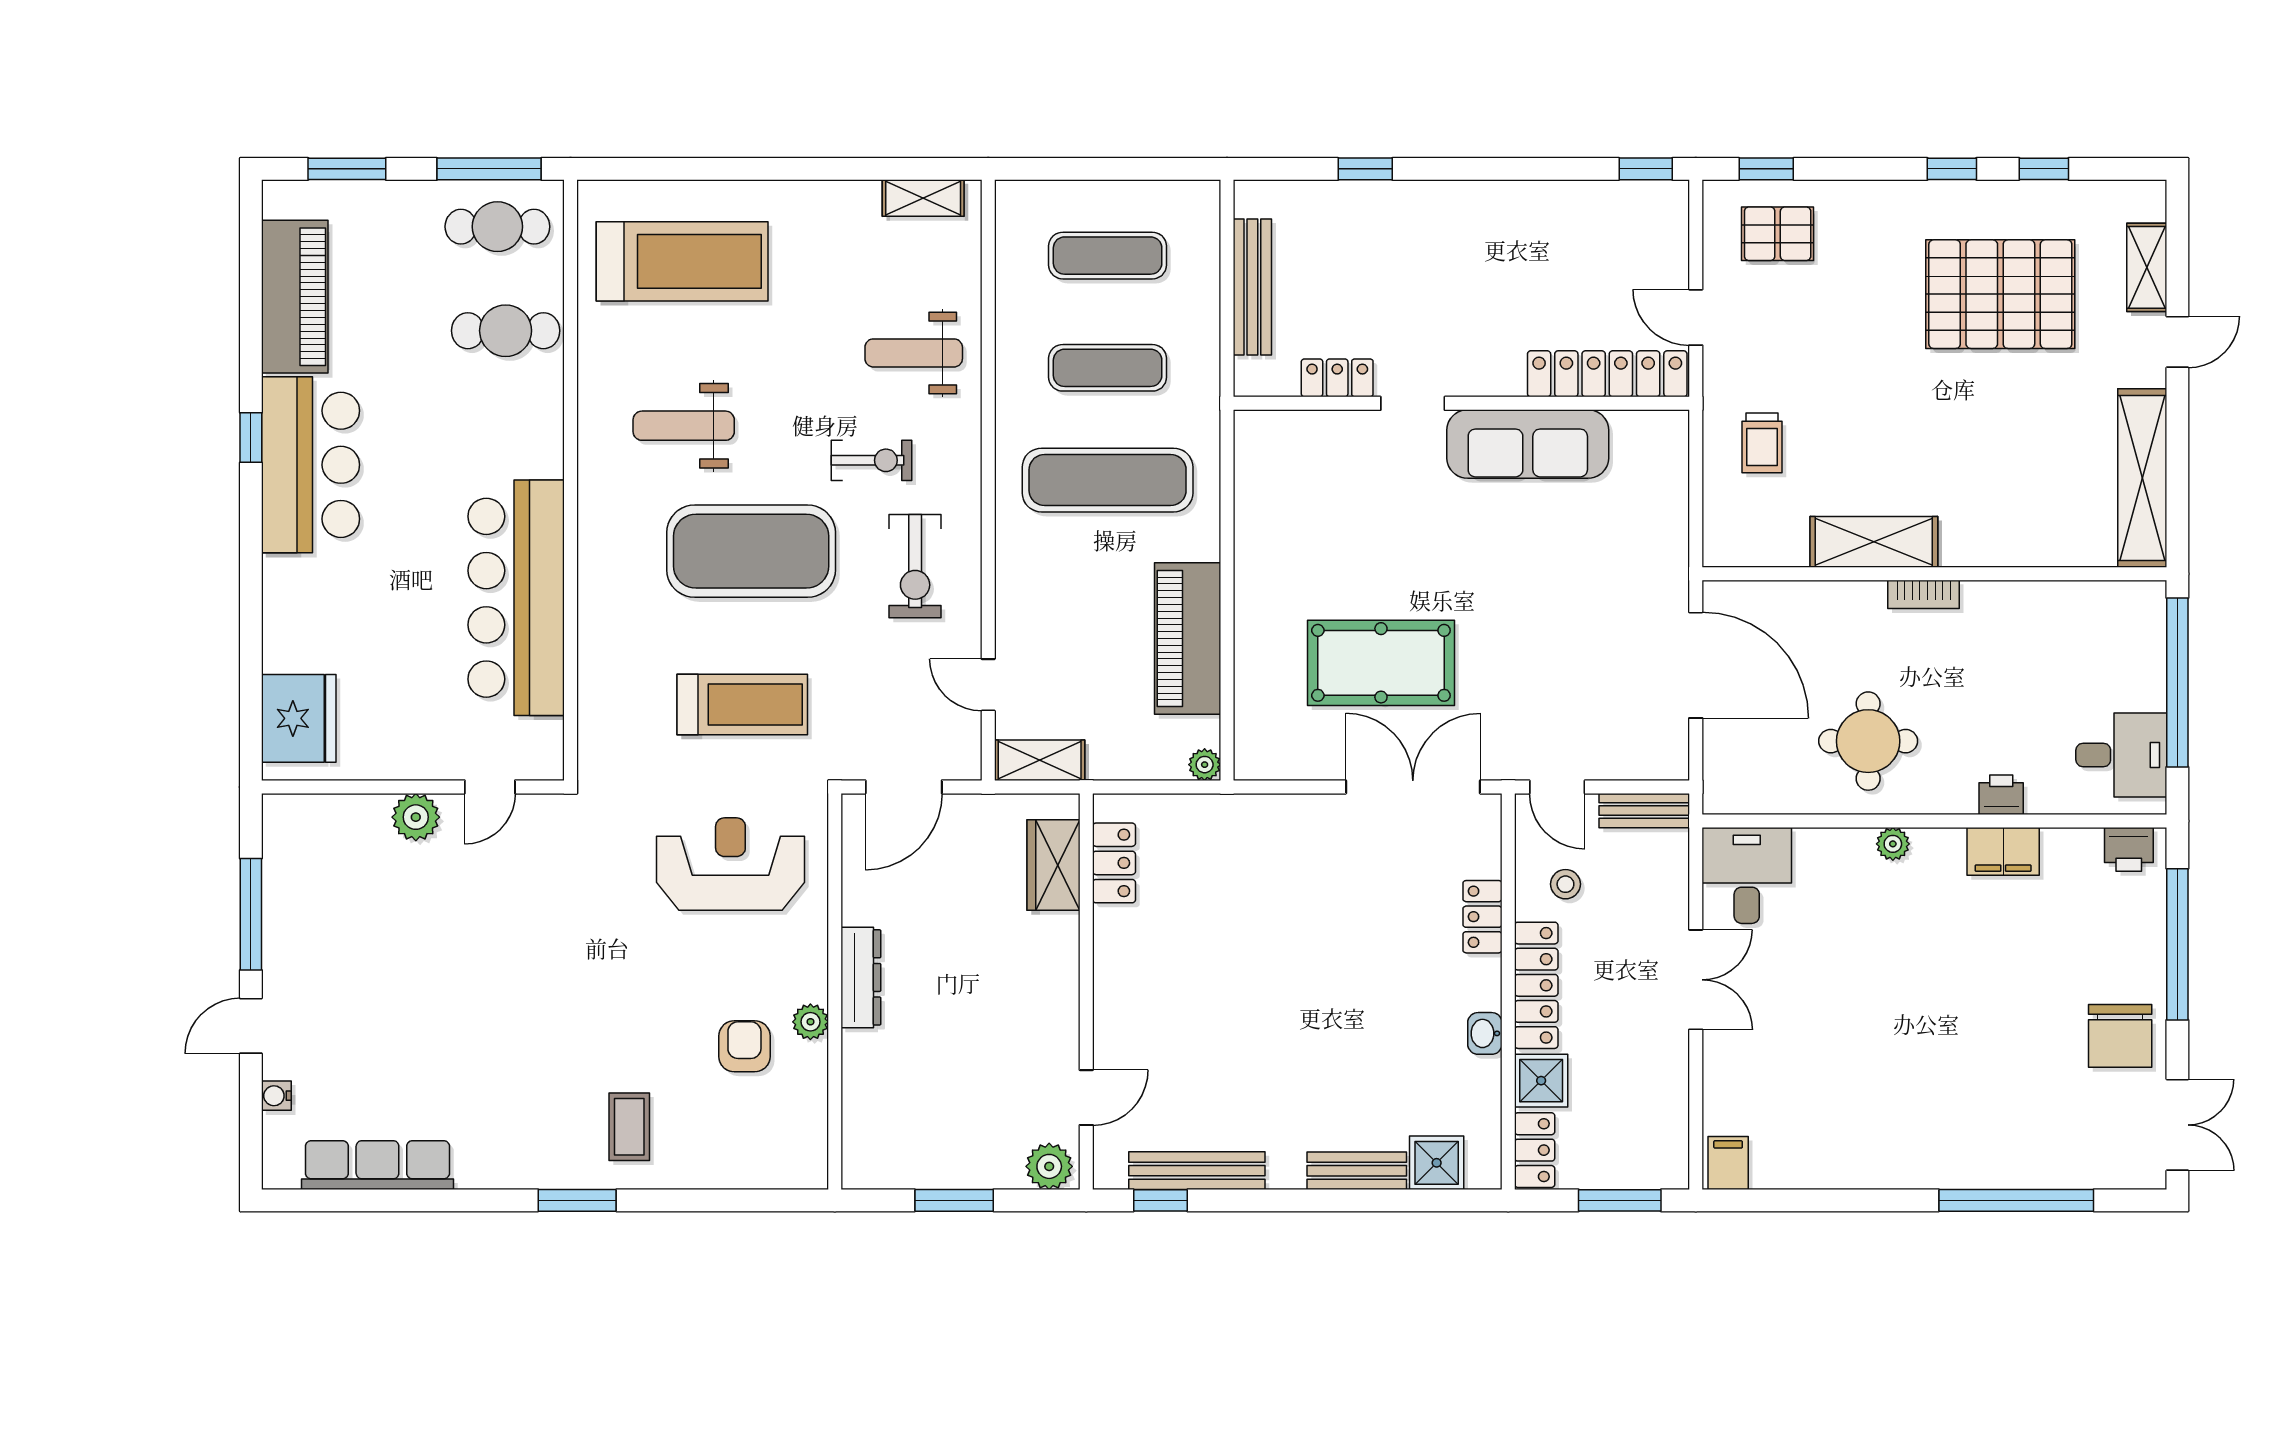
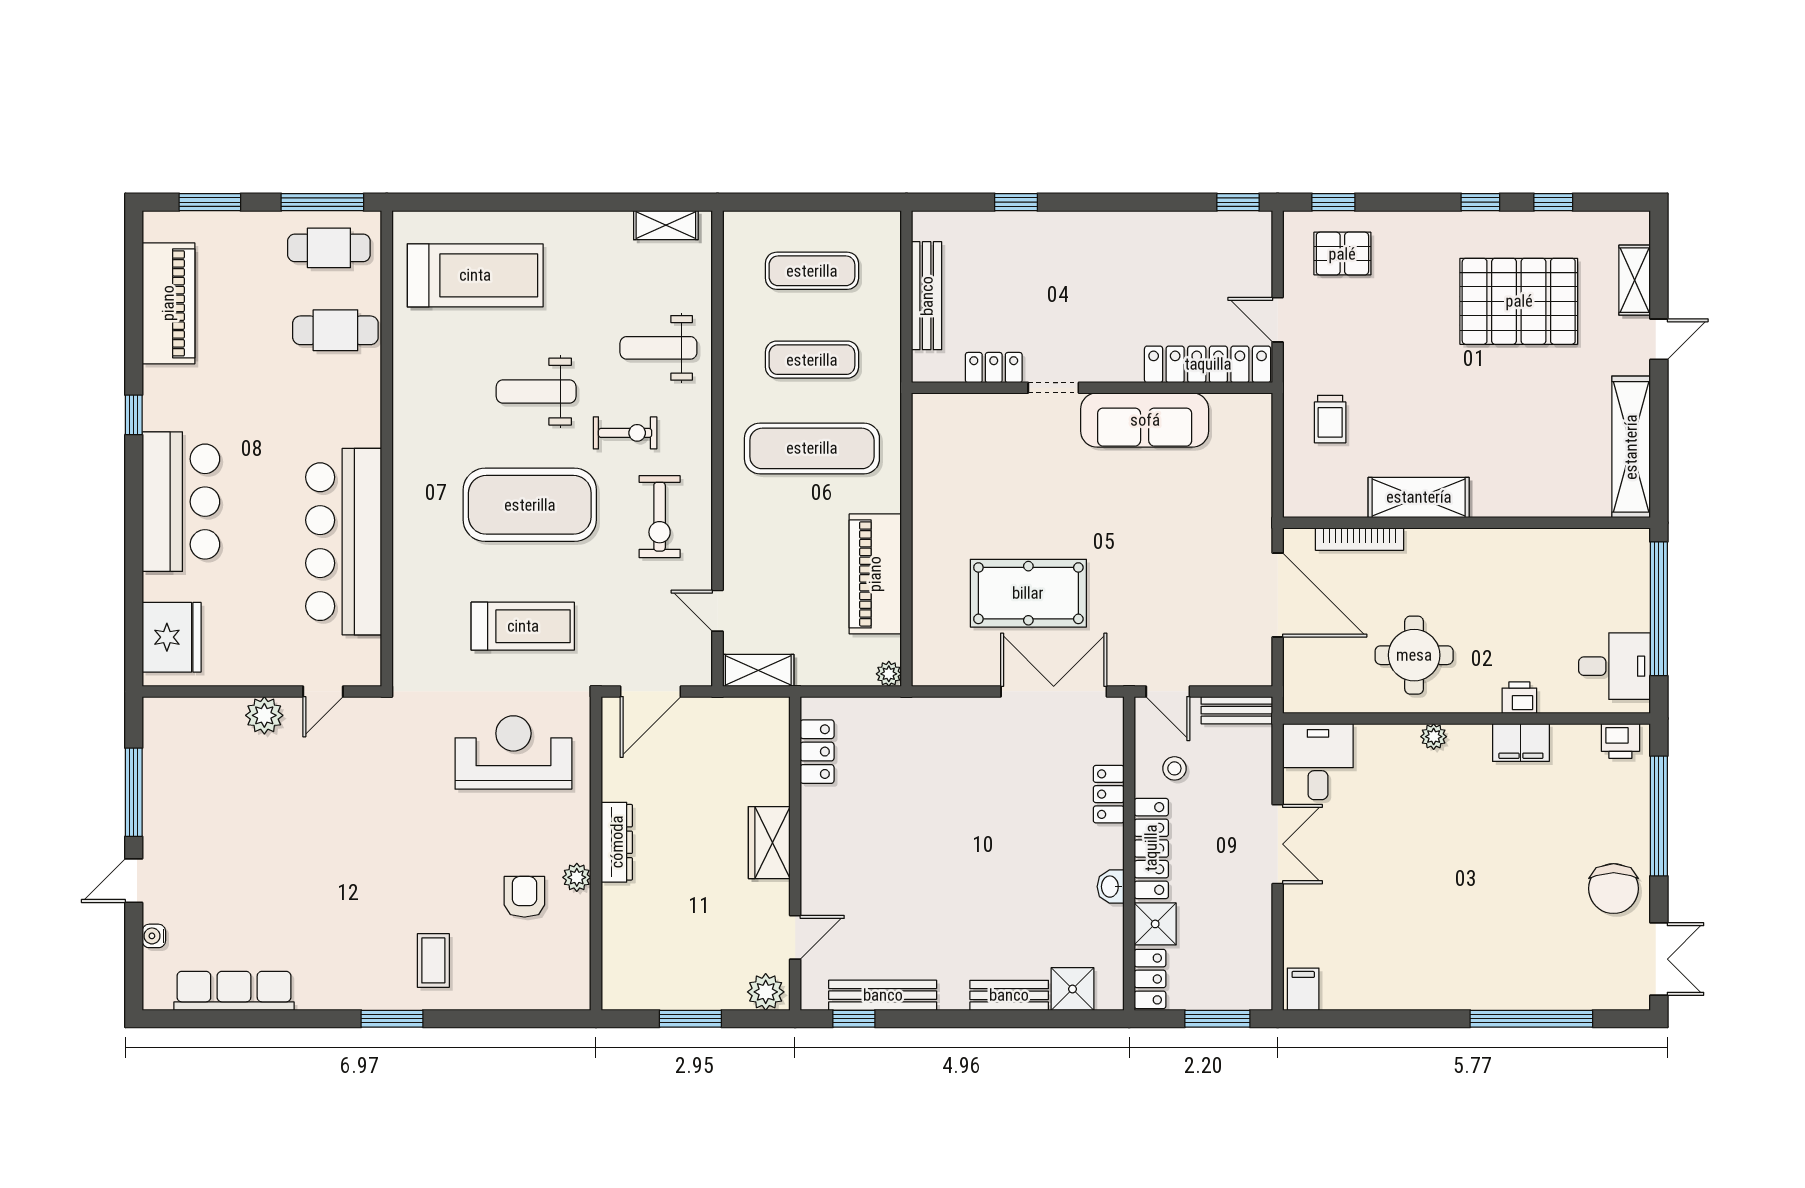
weight bench: (684, 426) -> (536, 392), moved
bar counter: (310, 465) -> (181, 502), moved
bookcase: (1924, 594) -> (1359, 539), moved, width x1.56
wardrobe: (1054, 865) -> (769, 843), moved

